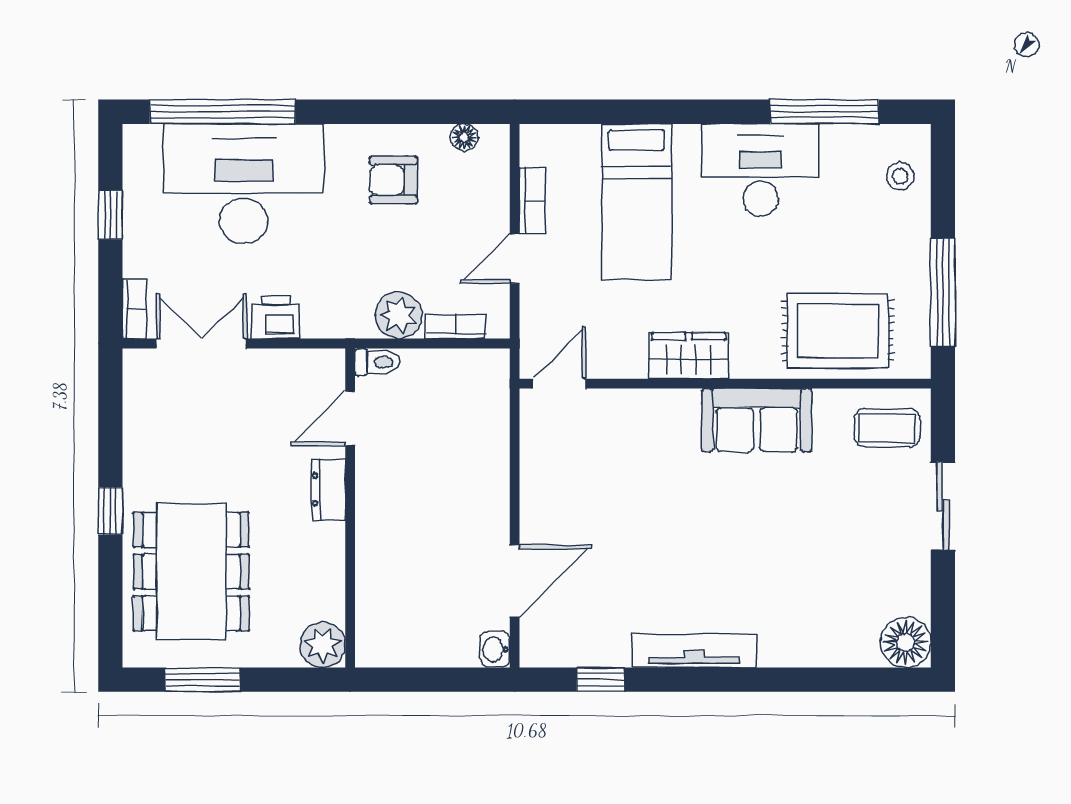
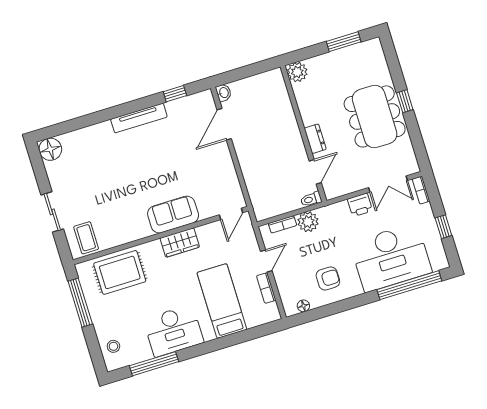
sofa: (757, 420) -> (173, 215), moved
coffee table: (887, 428) -> (86, 238), turned 90
dining table: (191, 572) -> (375, 116), moved

